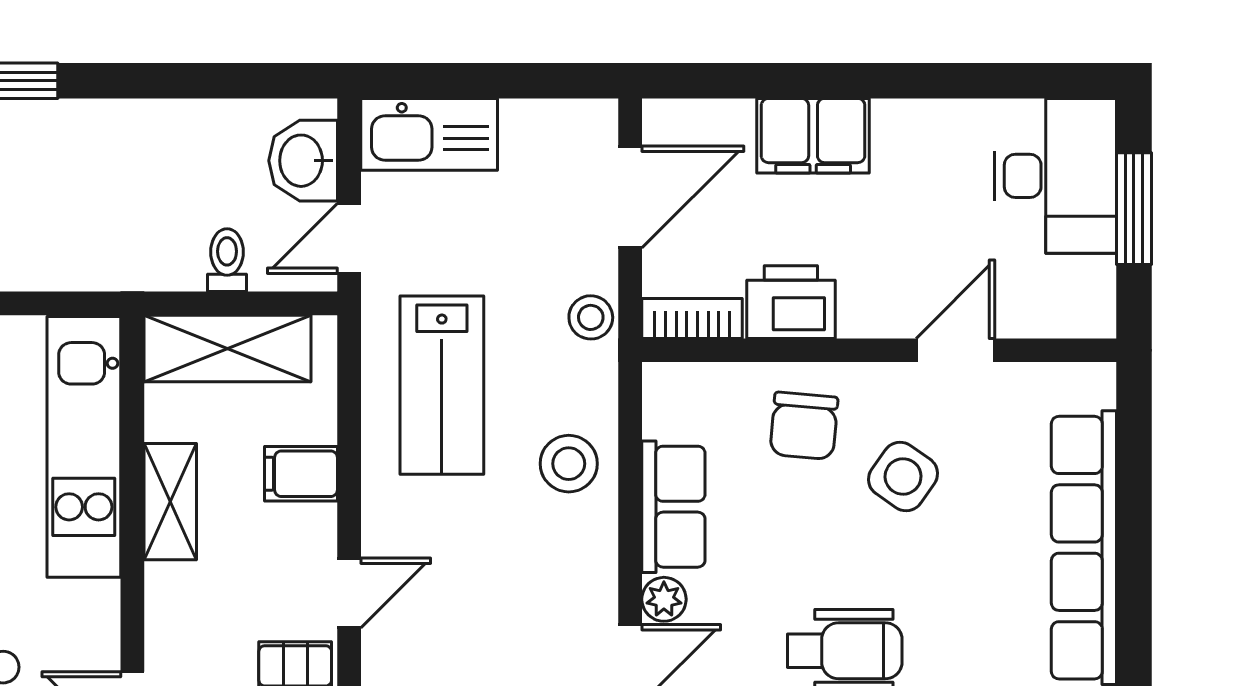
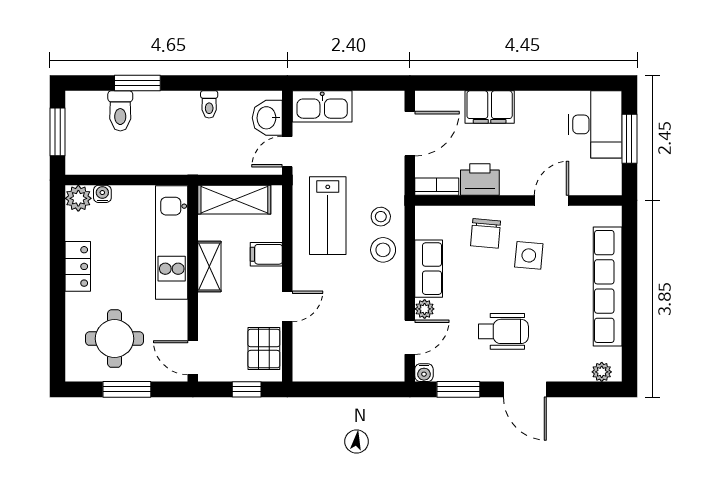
toilet: (227, 260) -> (209, 104), moved, turned 180
stool: (591, 317) -> (381, 217), moved
side table: (903, 476) -> (529, 255), turned -30

